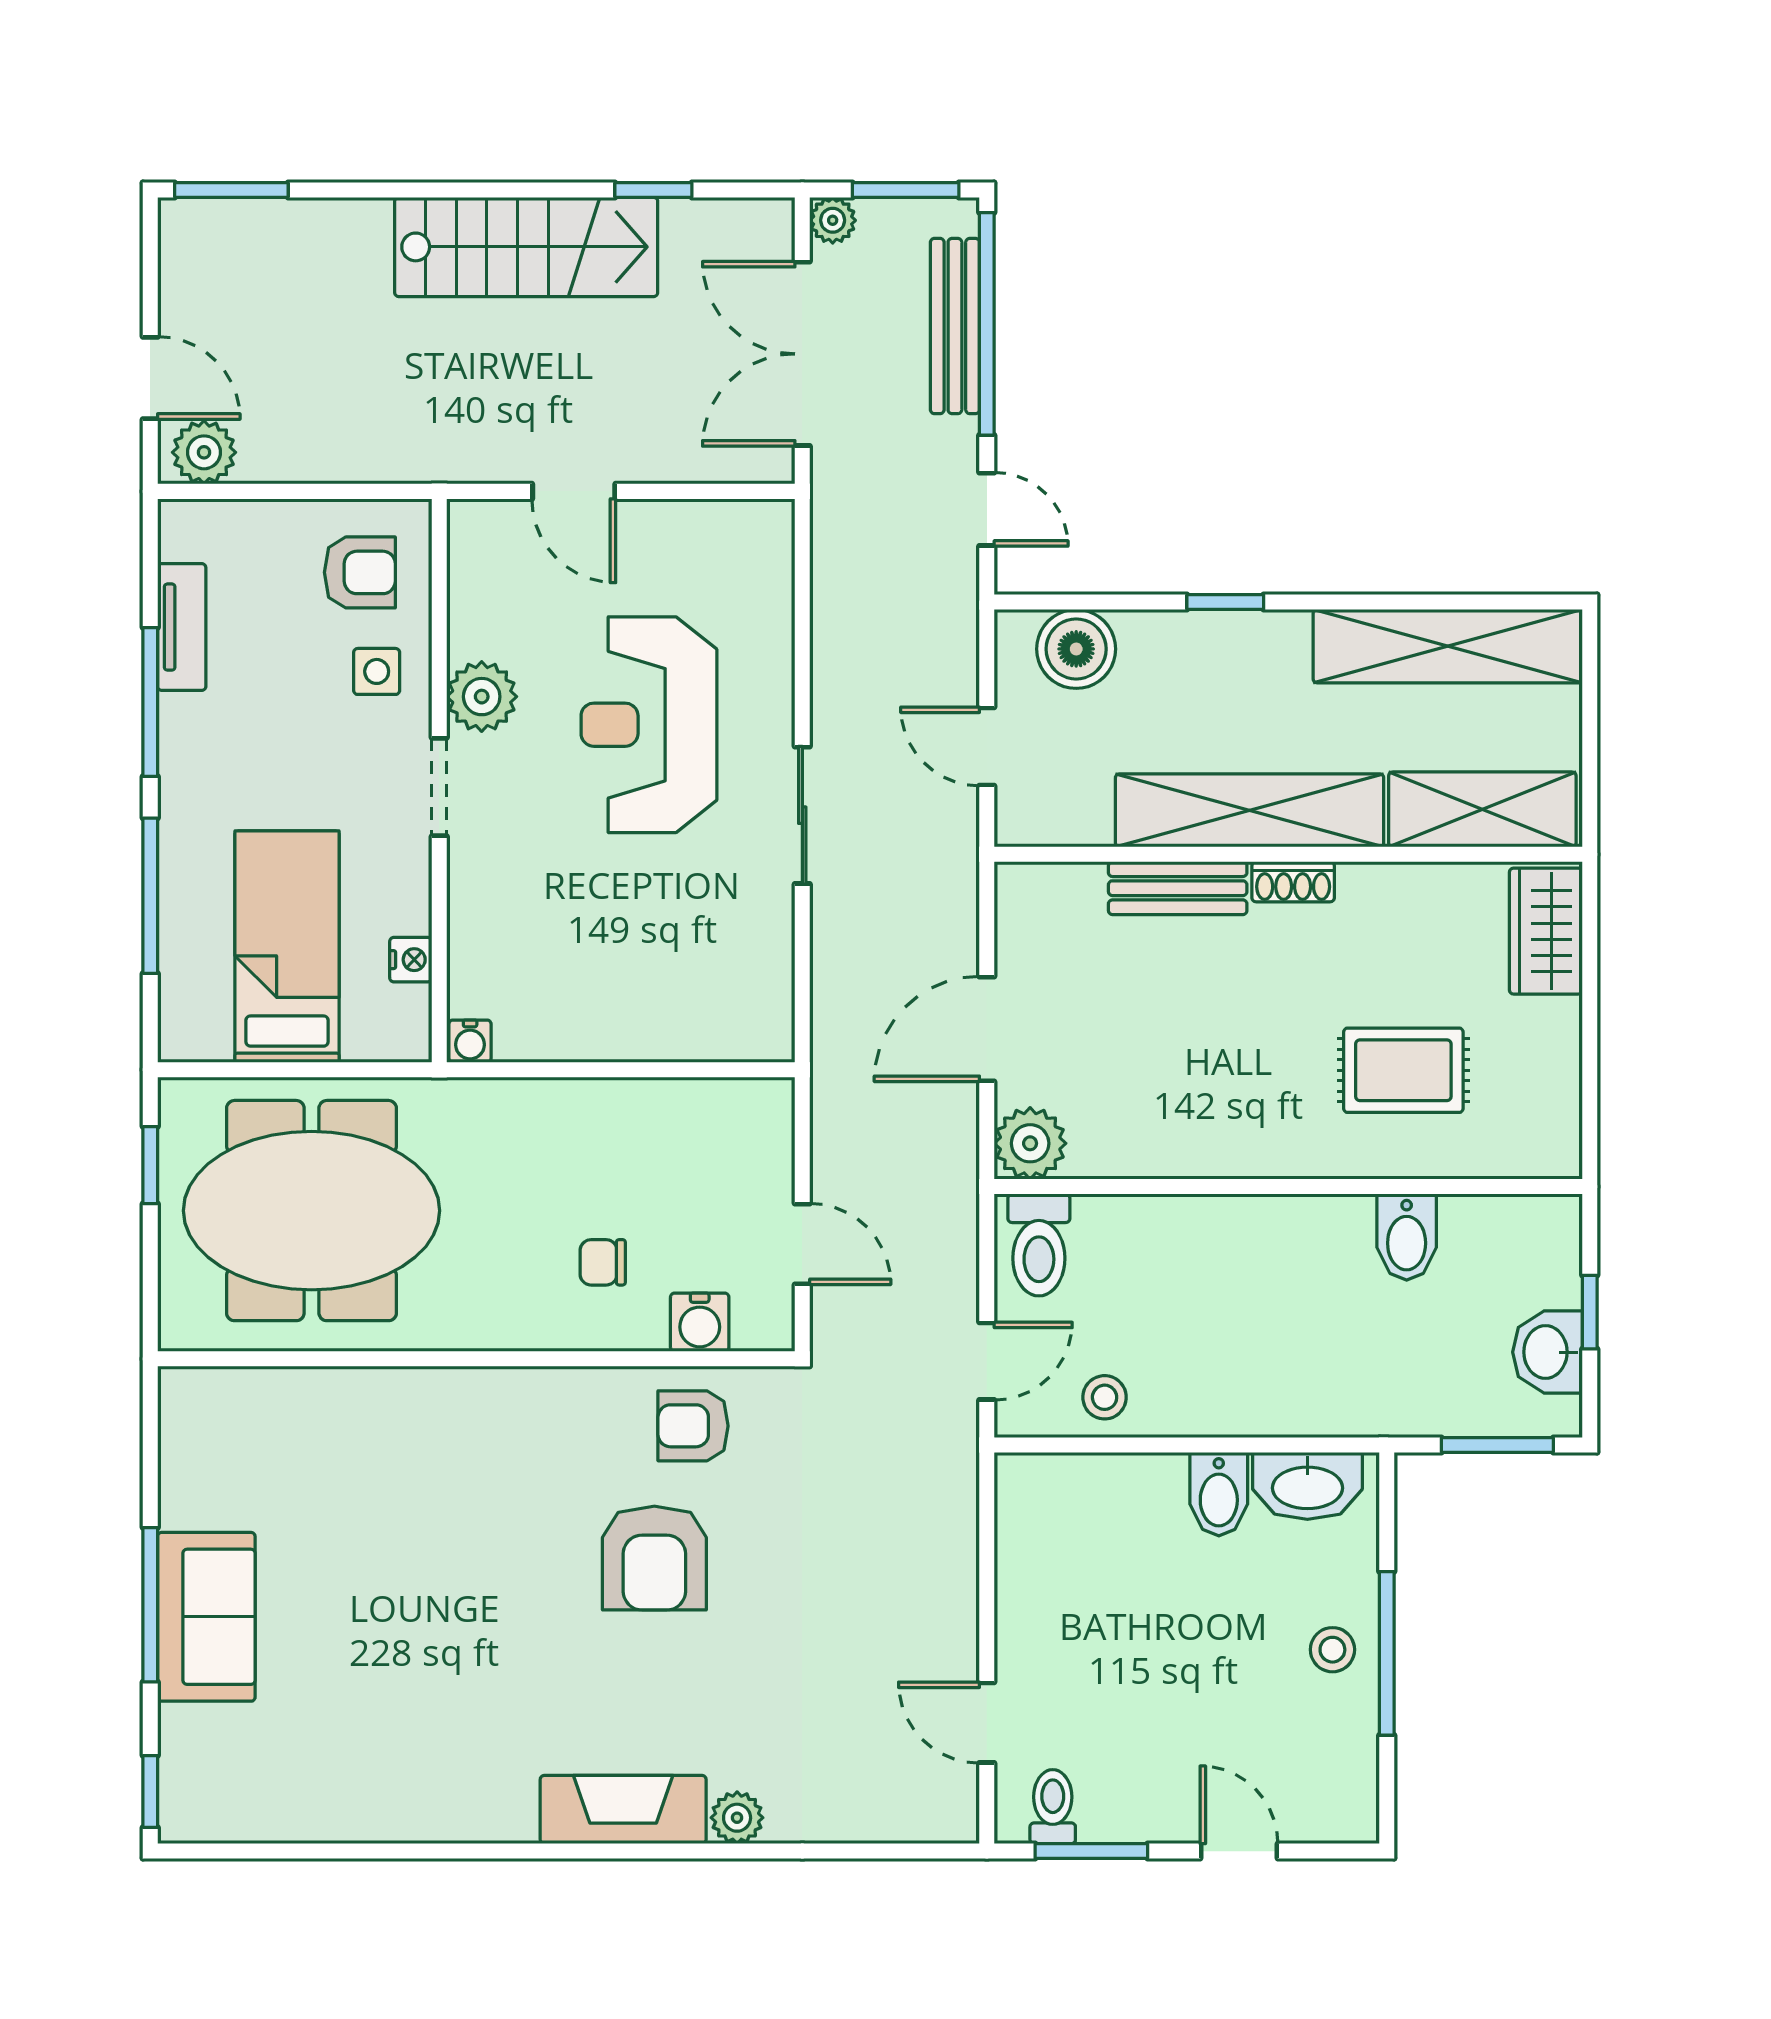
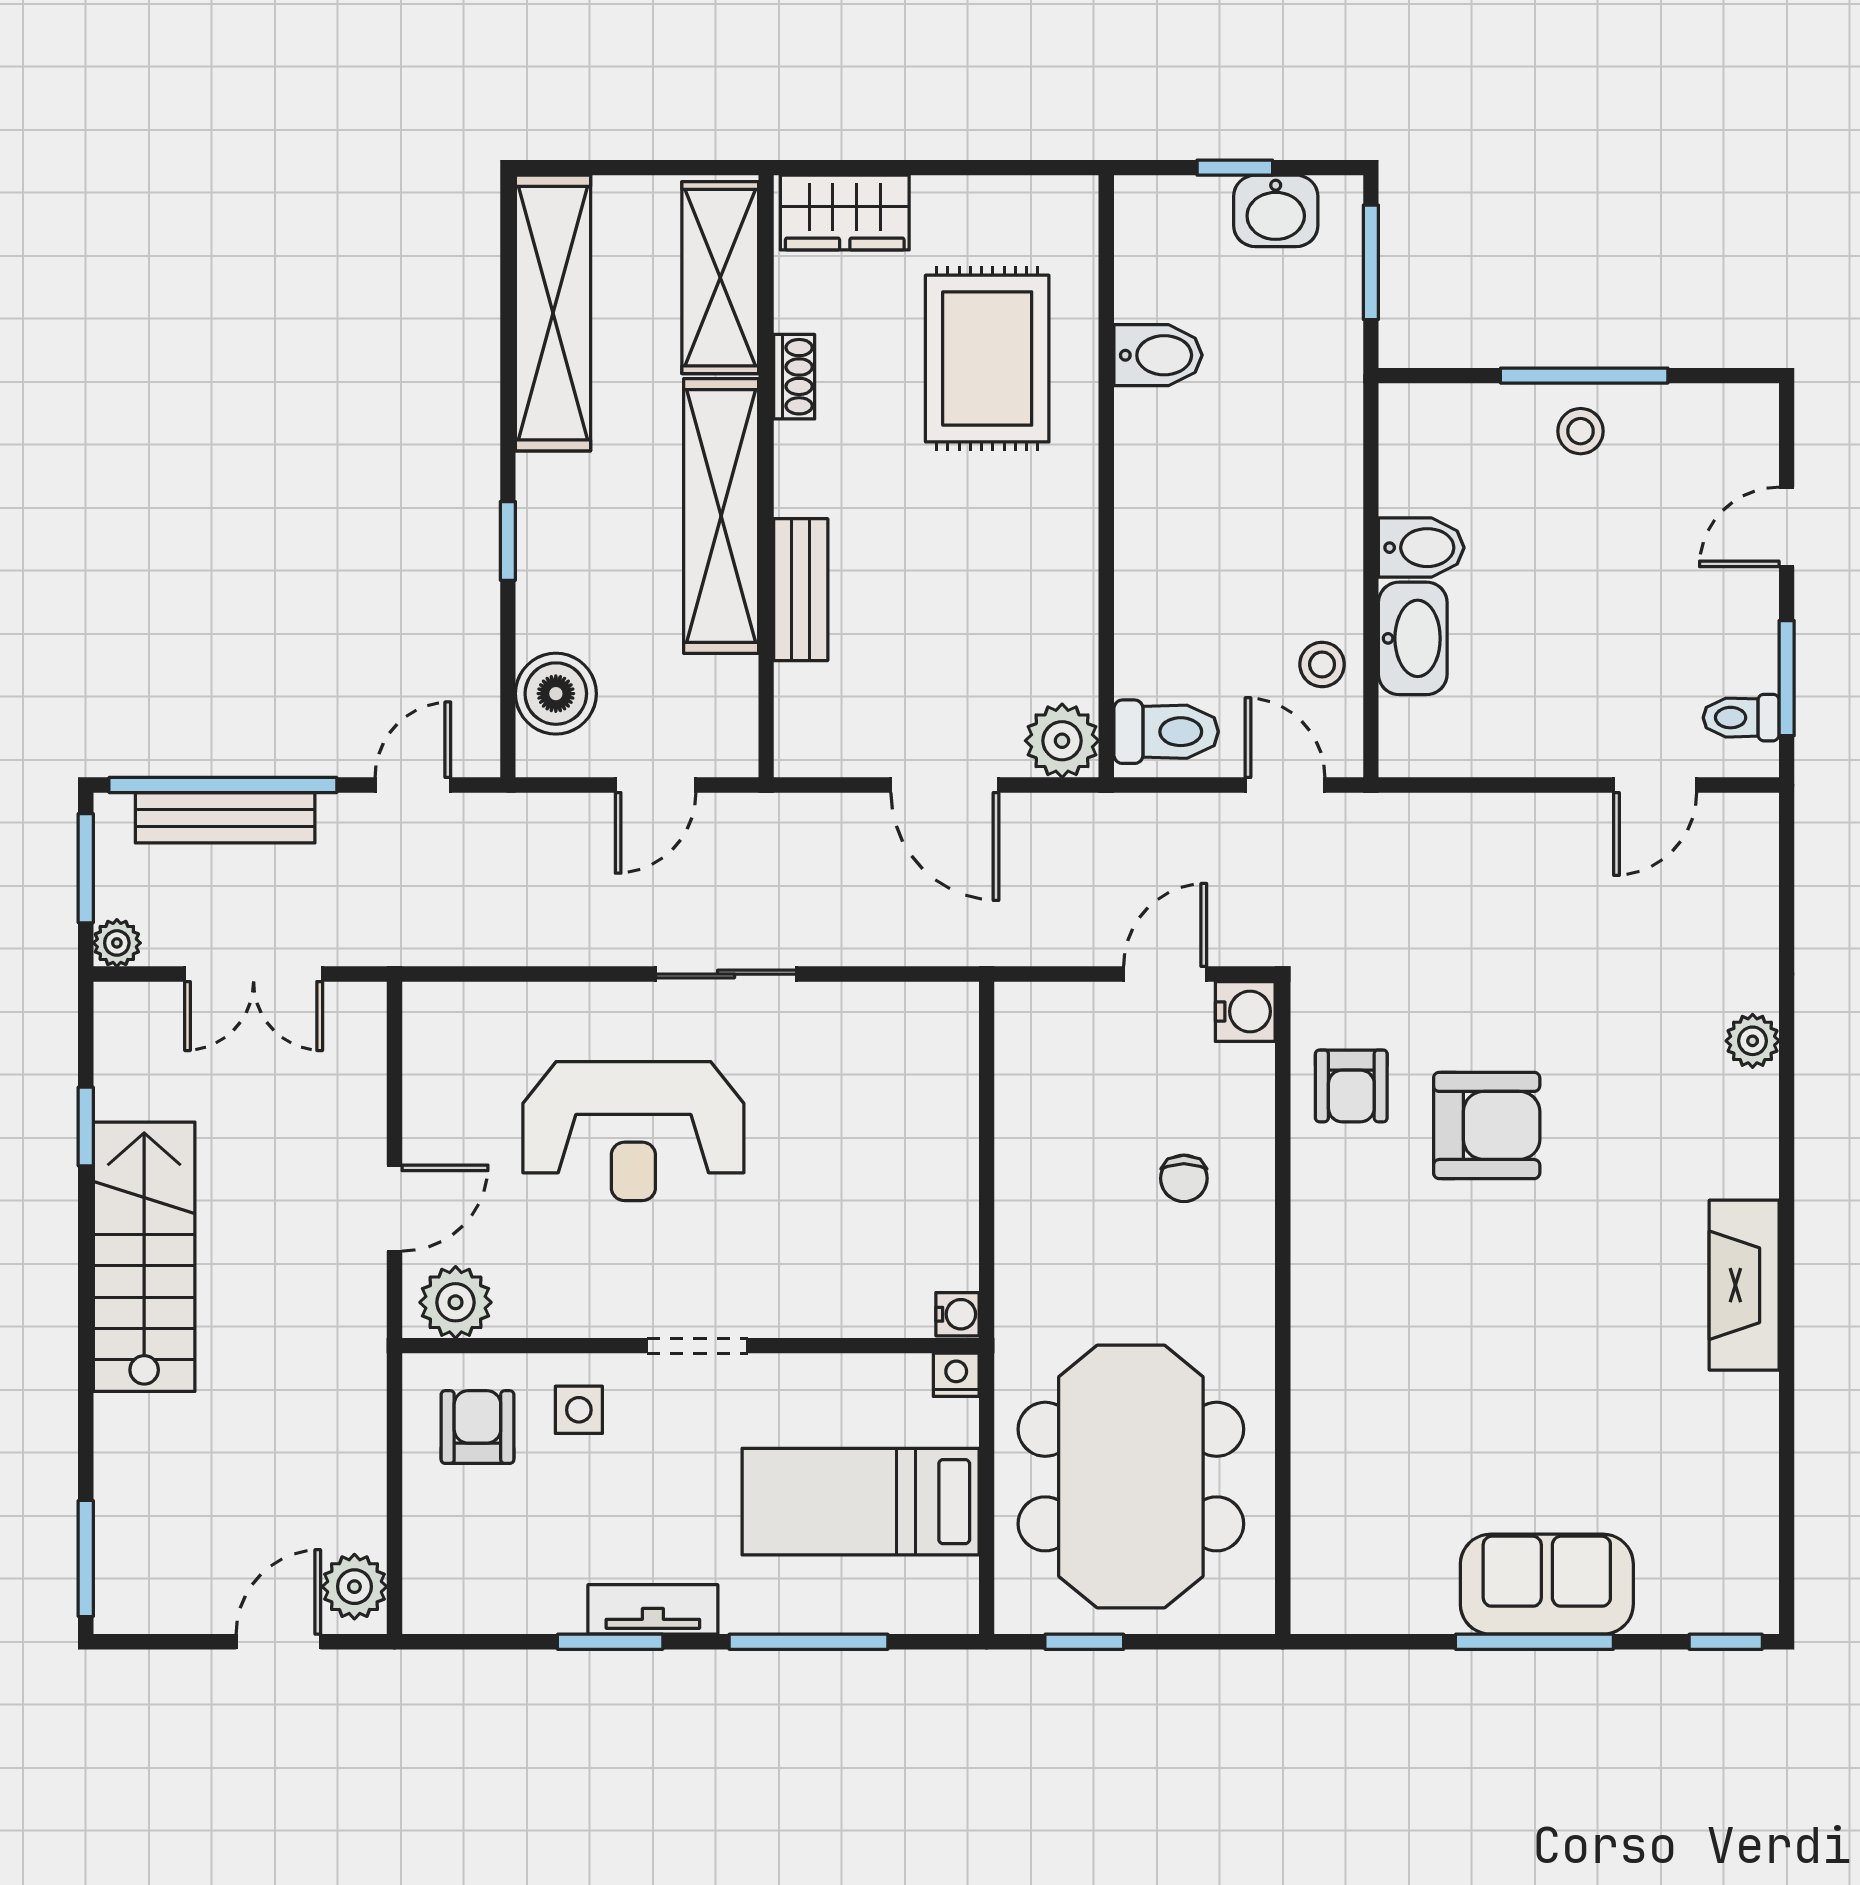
double door: (802, 354) -> (254, 974), width x0.73
tv unit: (182, 627) -> (653, 1609), moved
plant: (482, 697) -> (456, 1302), moved
window: (150, 702) -> (610, 1642), width x0.69
shoe rack: (1293, 882) -> (794, 377), moved
nightstand: (411, 960) -> (956, 1375), moved
rug: (1403, 1070) -> (987, 359), width x1.36, depth x1.43
water cooler: (700, 1322) -> (1245, 1011), moved
washbasin: (1307, 1486) -> (1413, 638), moved
fireplace: (623, 1809) -> (1744, 1285), moved

